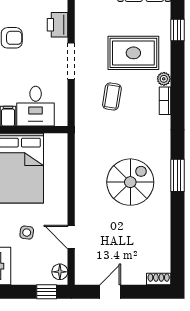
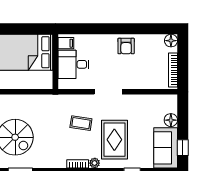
printer: (58, 25) -> (136, 81), removed

